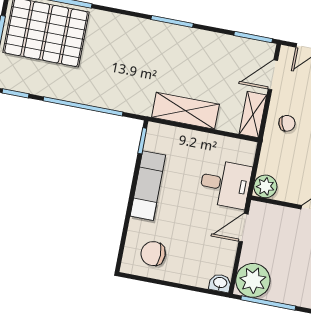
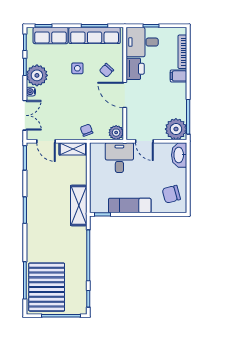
shelving: (185, 111) -> (79, 205), moved
chair: (287, 123) -> (87, 130), moved
chair: (153, 254) -> (171, 194), turned 75
washbasin: (220, 283) -> (179, 155), width x1.91, depth x1.45

